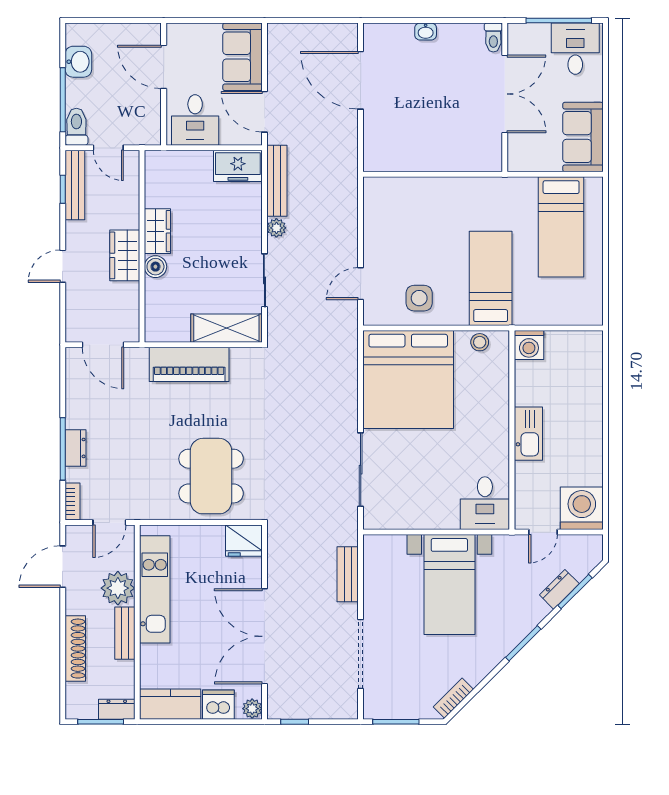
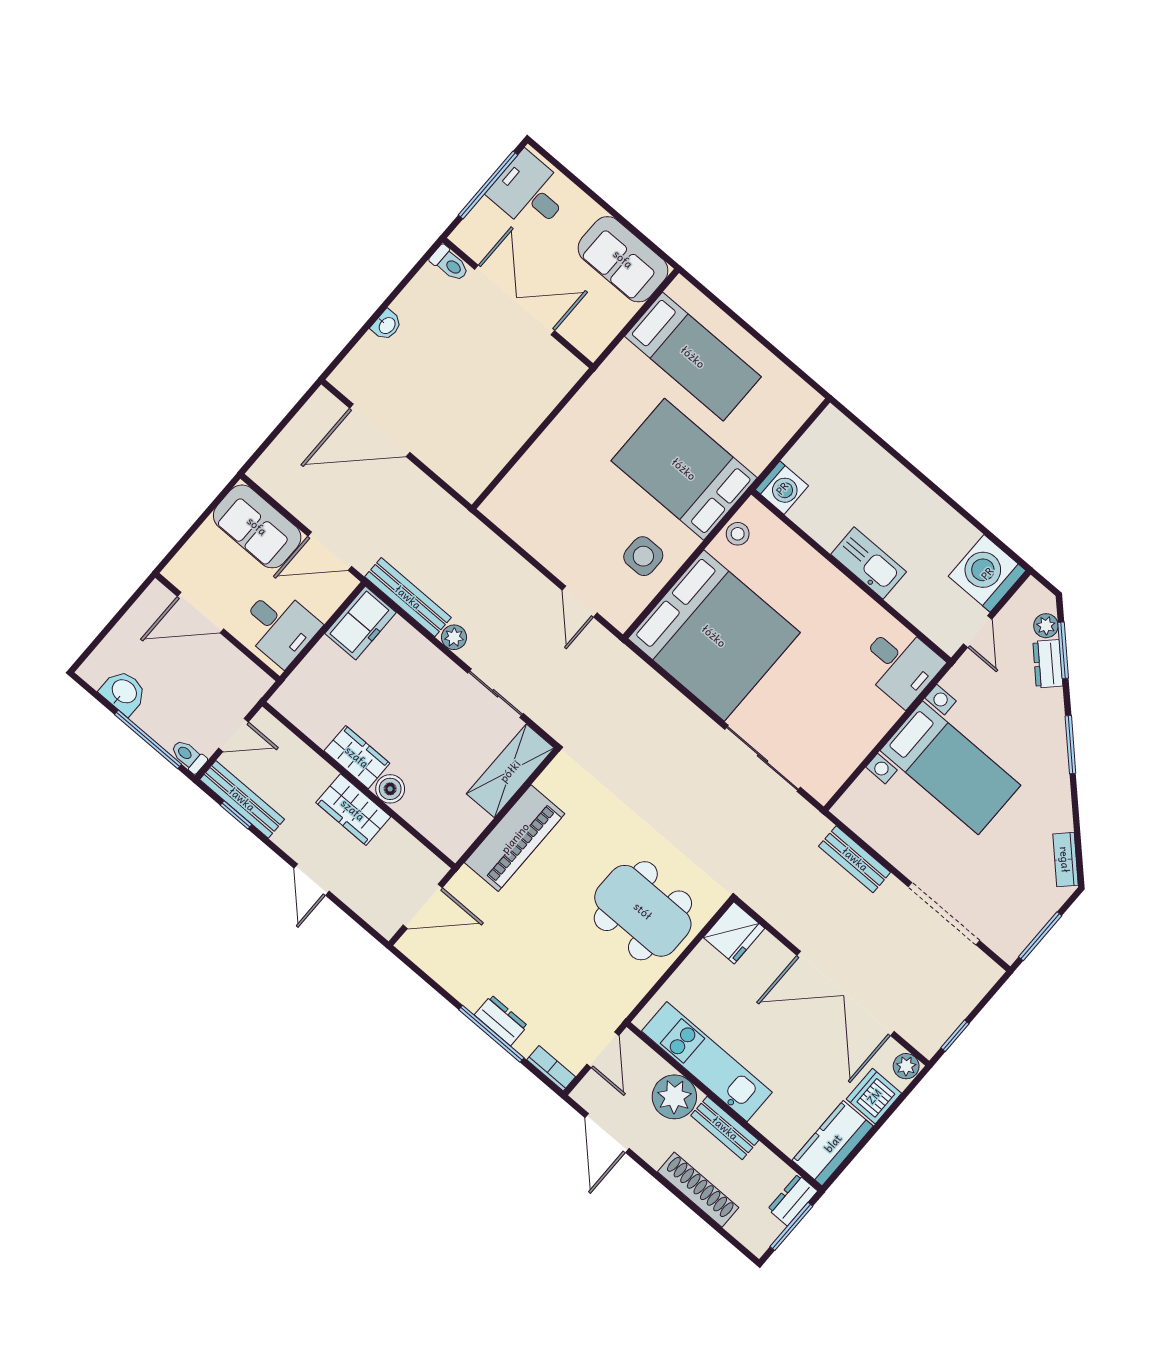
toilet: (76, 127) -> (189, 756), width x0.73, depth x0.72
bed: (491, 278) -> (684, 469), width x1.50
plant: (581, 569) -> (1046, 626), added

